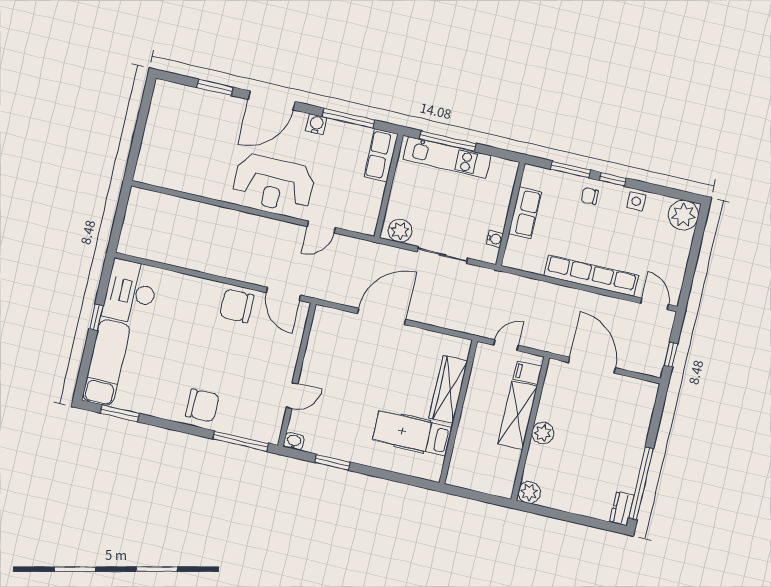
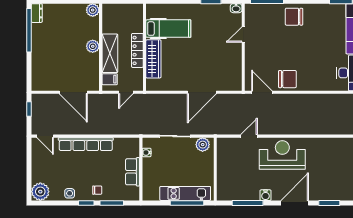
row of seats: (381, 155) -> (224, 186), removed
locker: (471, 409) -> (137, 50), added

